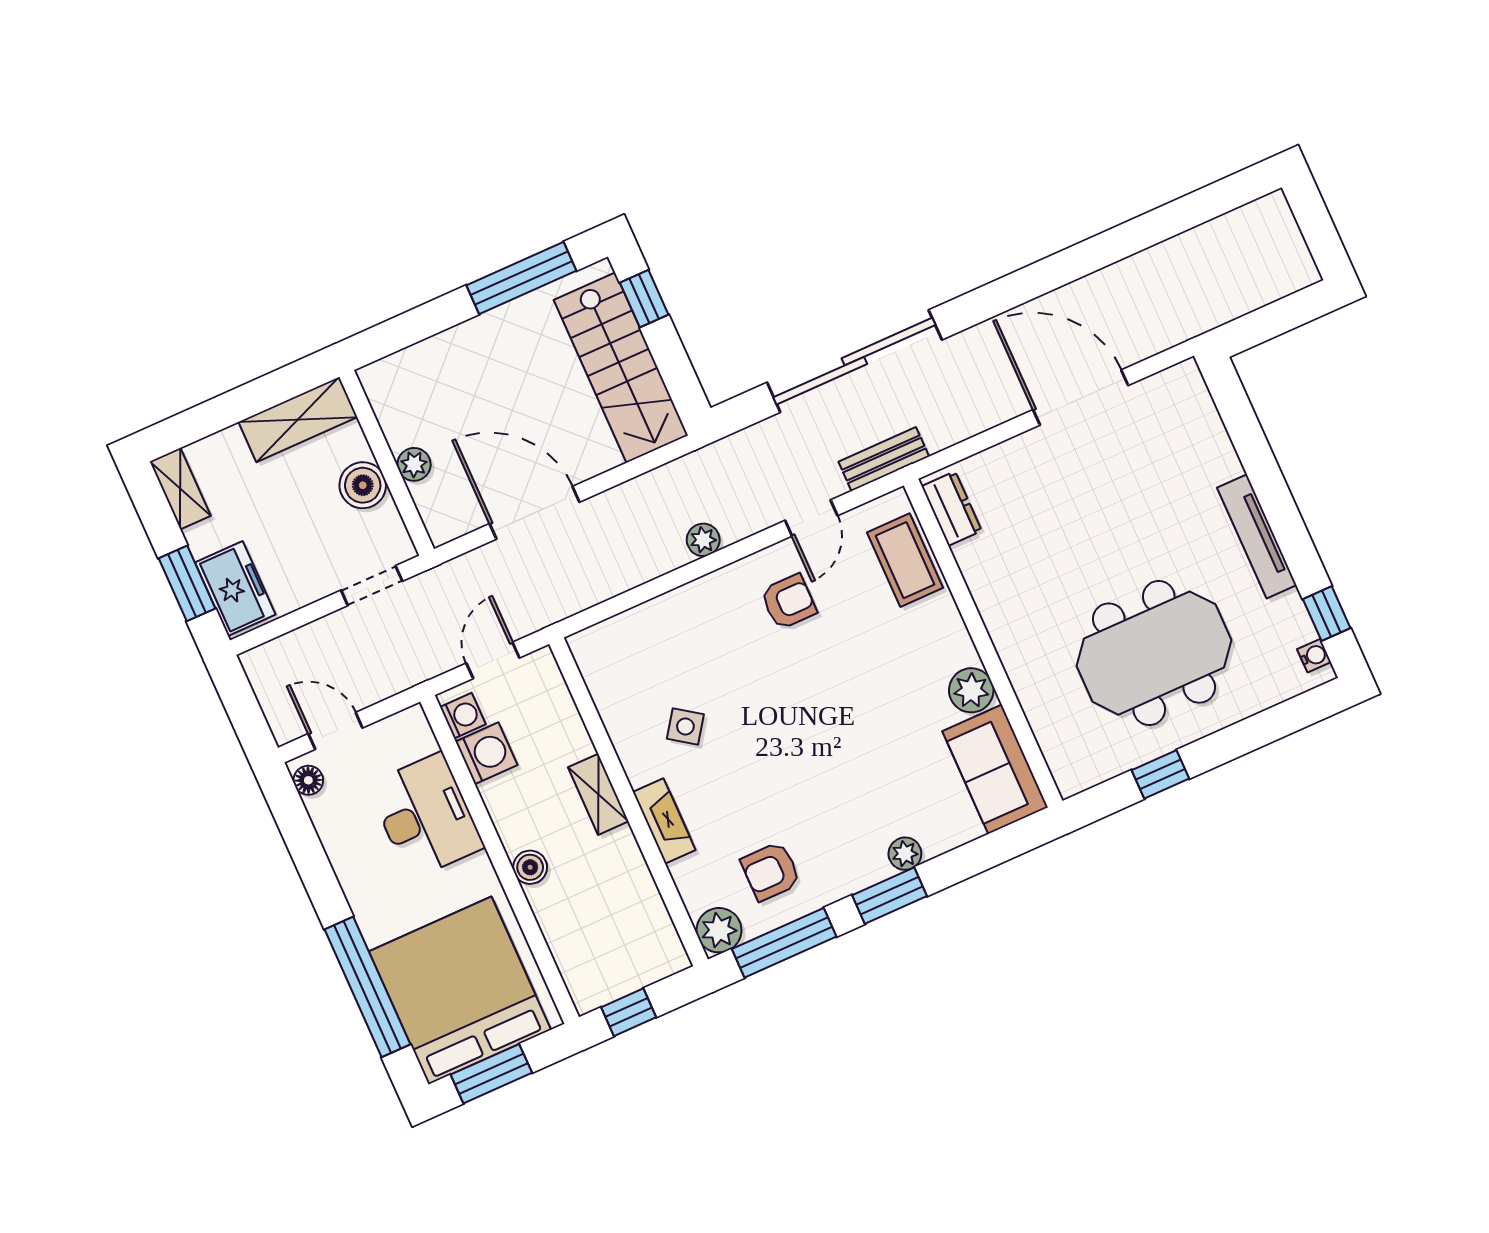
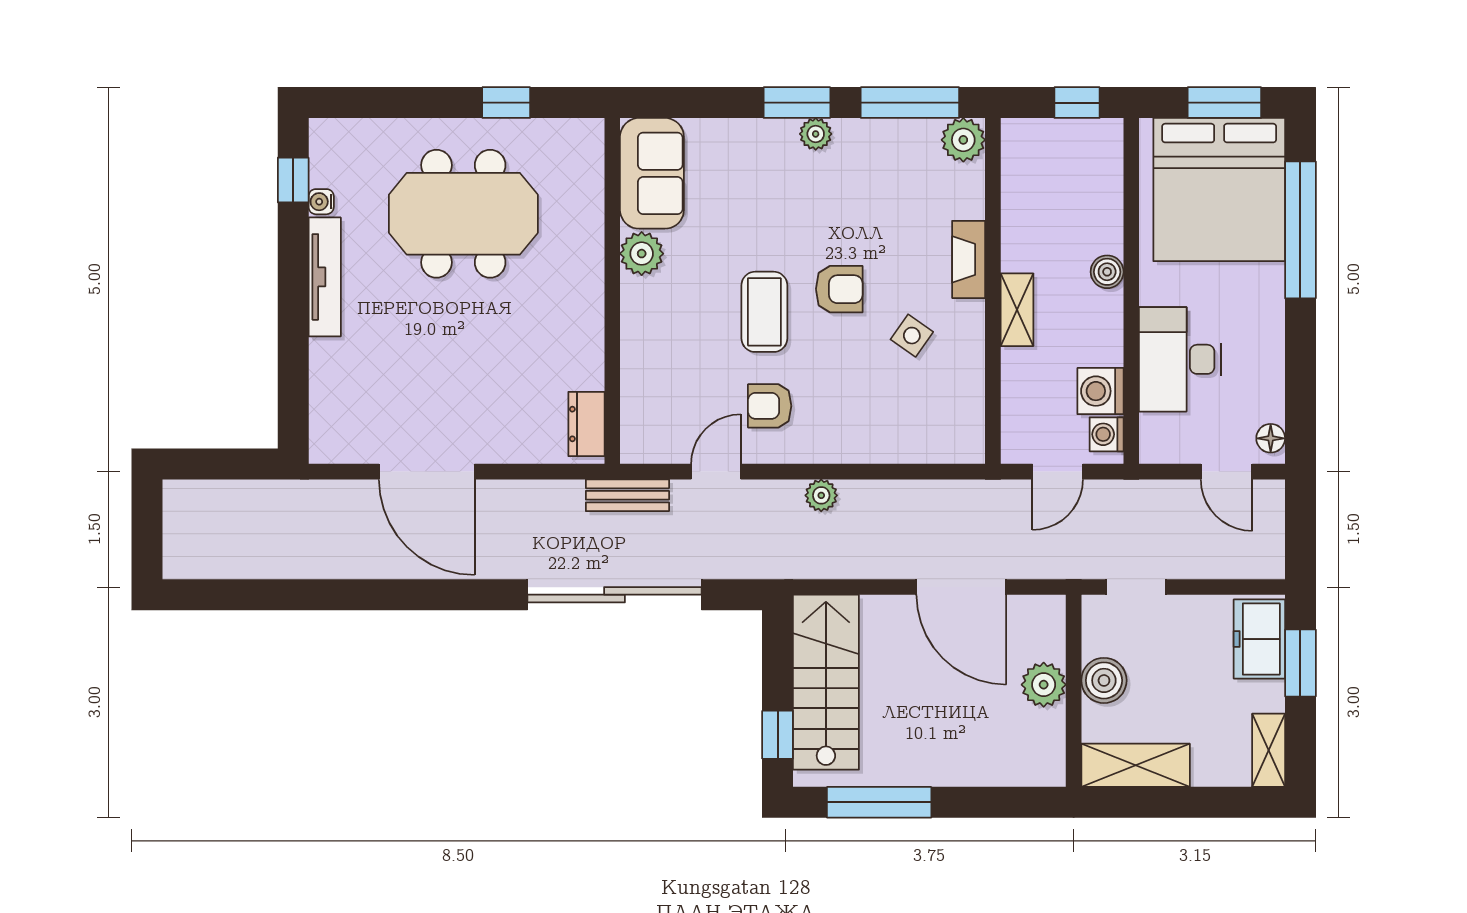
plant: (414, 464) -> (1044, 685), width x1.38, depth x1.38
coffee table: (905, 560) -> (764, 312), moved
water cooler: (1314, 656) -> (321, 202), moved
plant: (905, 854) -> (816, 134), moved
armchair: (771, 871) -> (839, 289), moved

